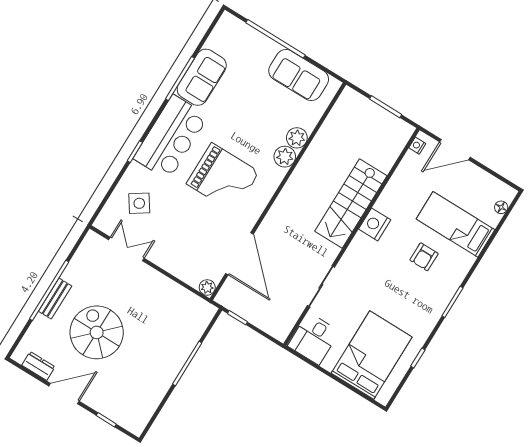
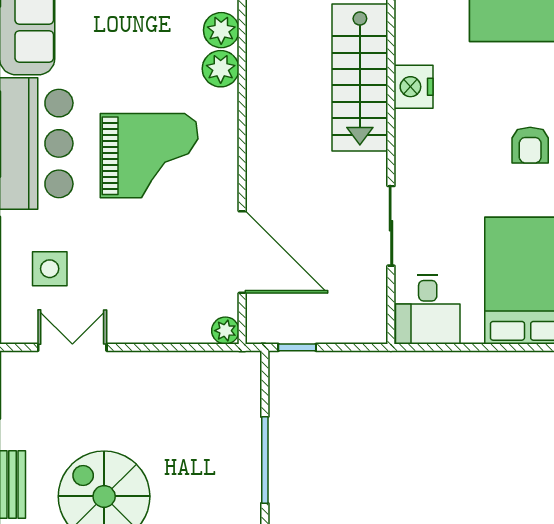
side table: (139, 203) -> (50, 269), turned 34
armchair: (424, 257) -> (530, 145), moved

